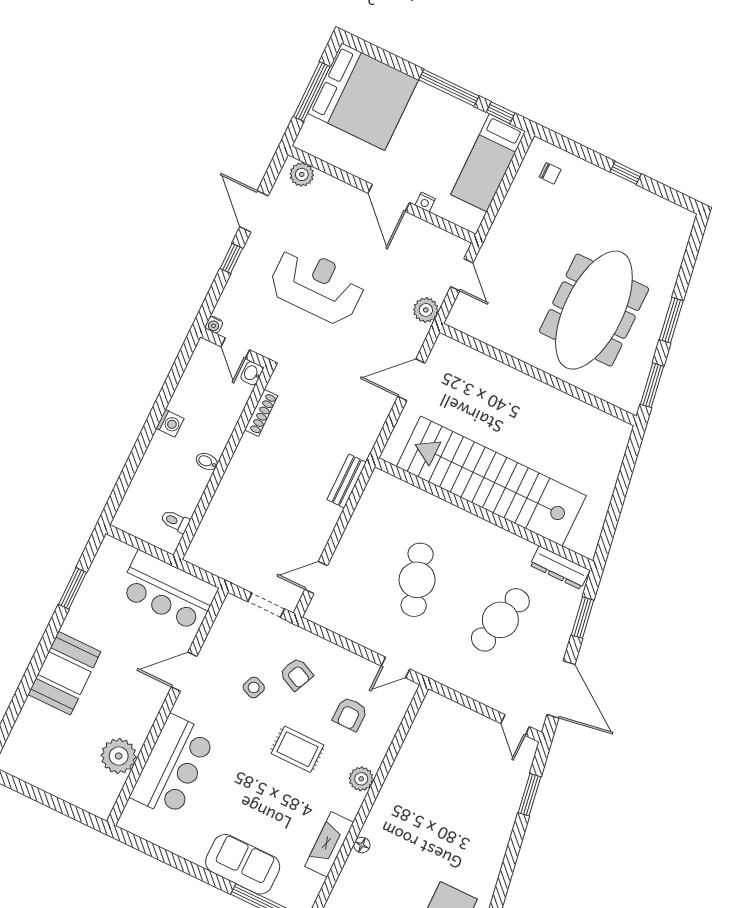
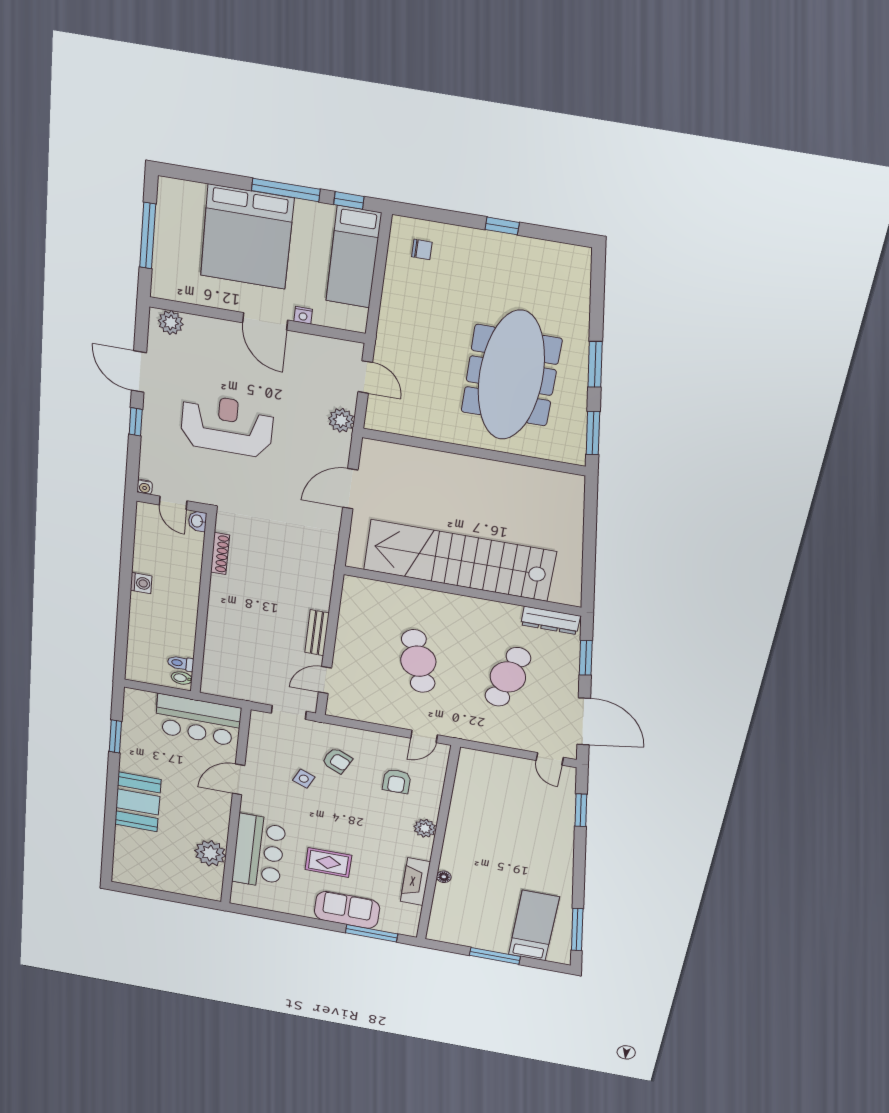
bed: (363, 97) -> (247, 237), moved, turned 90
bidet: (207, 462) -> (182, 678), moved
bench: (347, 481) -> (317, 633), moved
rug: (298, 749) -> (328, 862), moved

